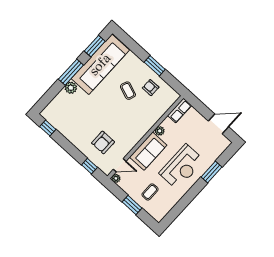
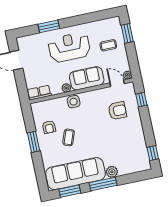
side table: (145, 124) -> (74, 102), added
window: (132, 205) -> (127, 33), moved

